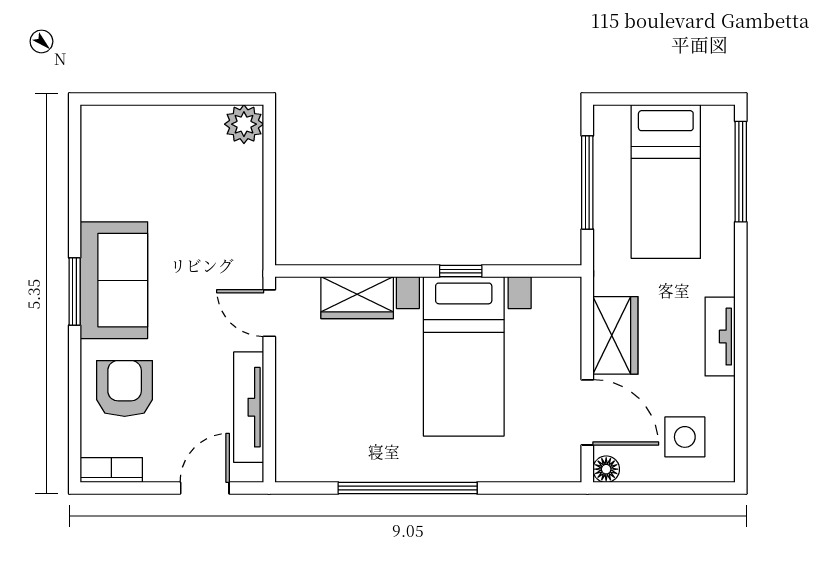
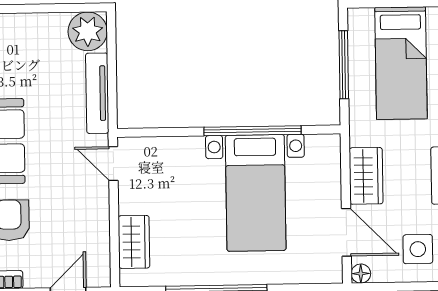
plant: (244, 124) -> (88, 31), width x1.36, depth x1.36
window: (461, 271) -> (253, 131), width x3.17
wardrobe: (357, 298) -> (134, 242), moved, turned -90
tv unit: (249, 407) -> (97, 93), moved

